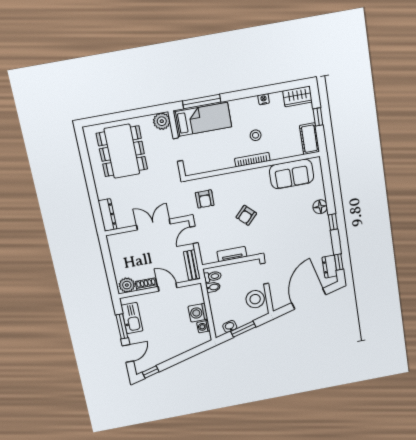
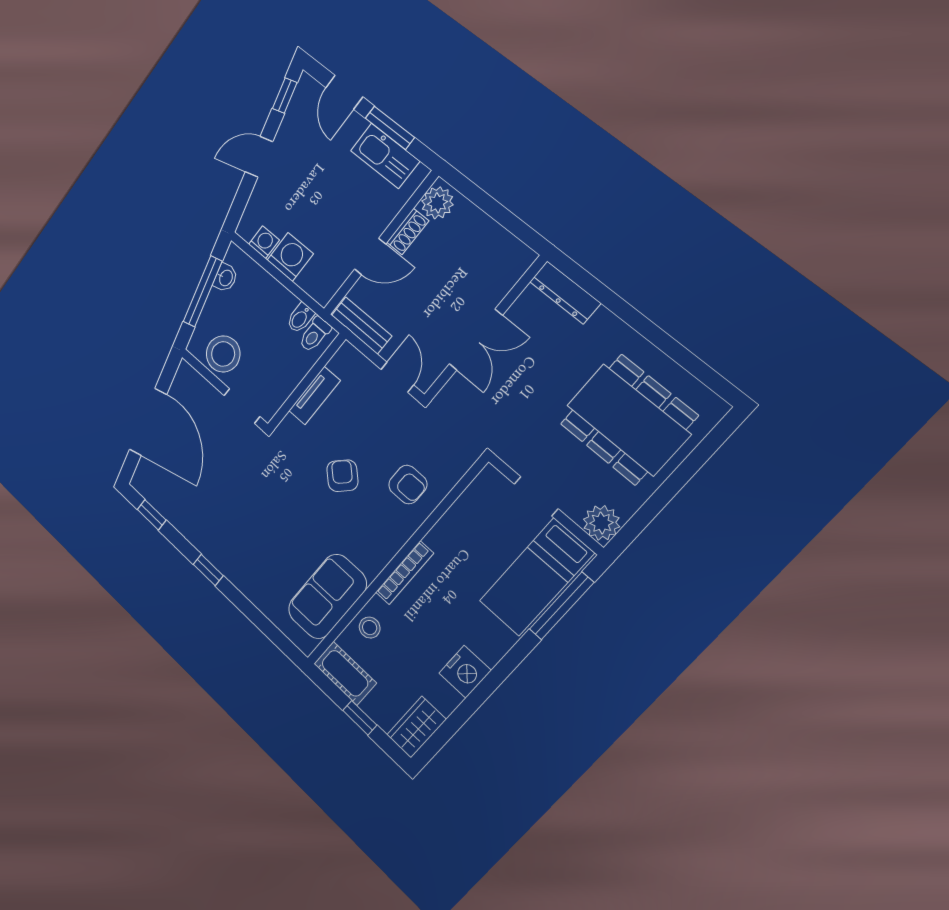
nightstand: (264, 99) -> (465, 672), width x1.89, depth x1.79
stool: (256, 135) -> (370, 628), moved
armchair: (205, 199) -> (408, 485), moved, turned 180
floor lamp: (320, 207) -> (245, 579), removed
dresser: (330, 267) -> (158, 497), removed
window: (243, 329) -> (203, 291), width x1.44
door: (179, 359) -> (259, 157), added

